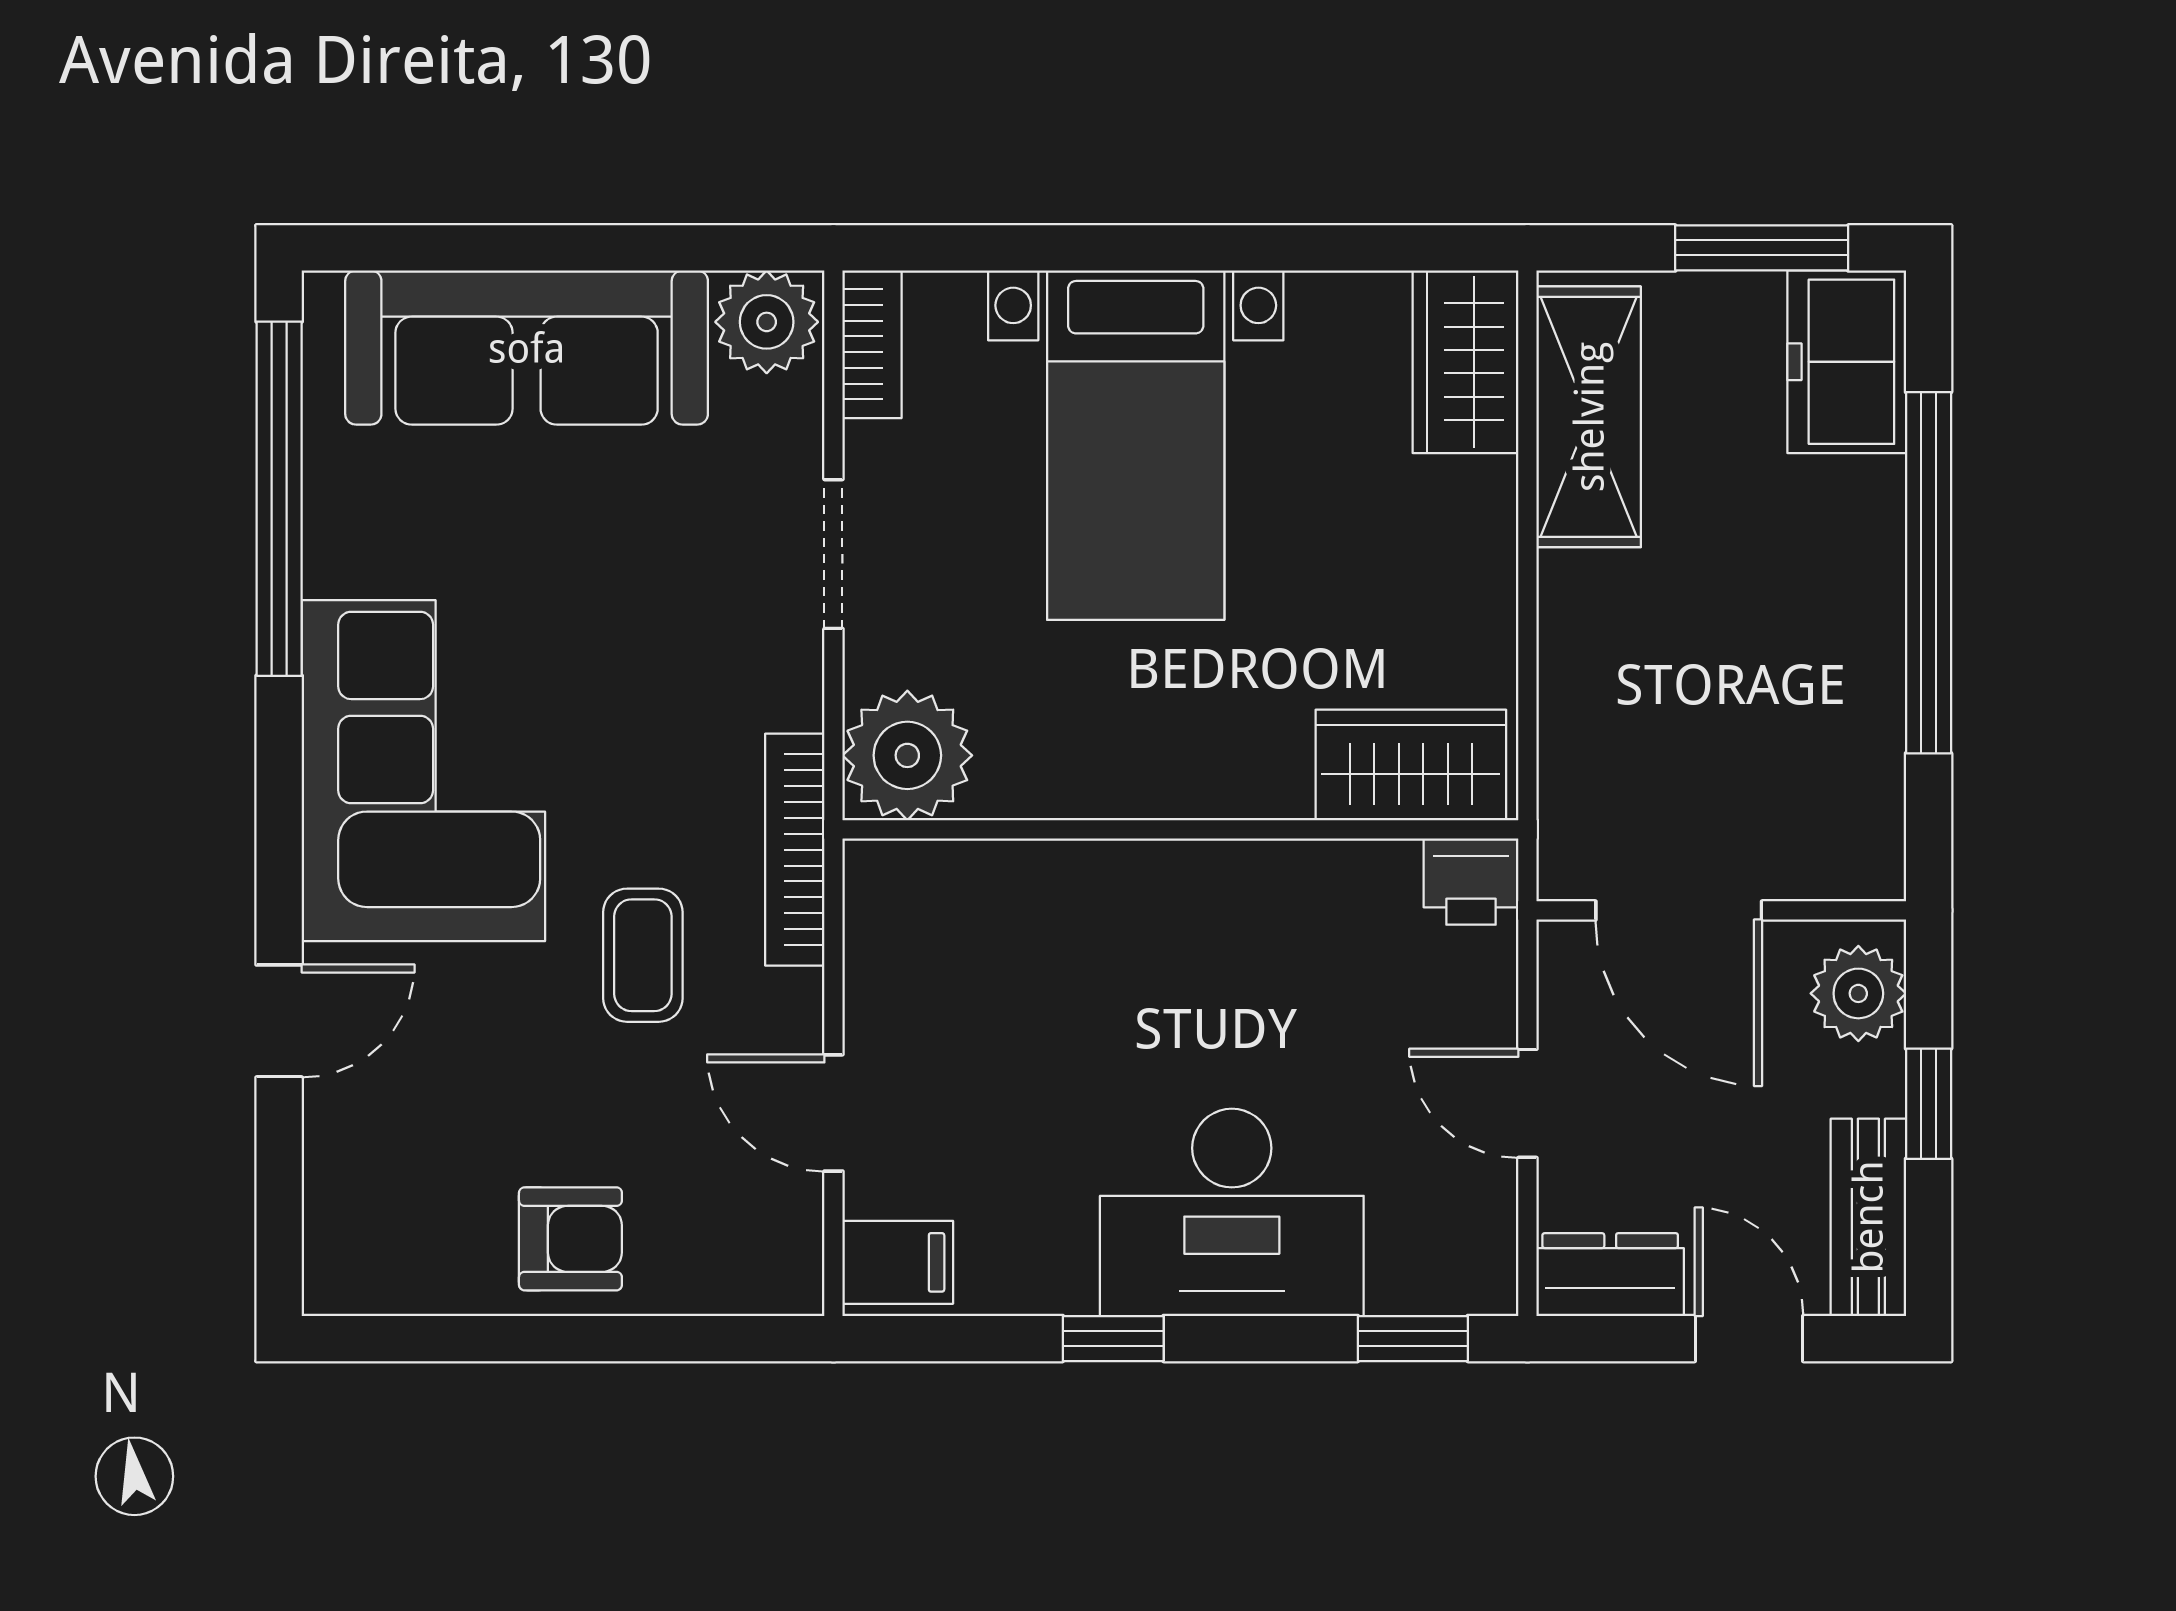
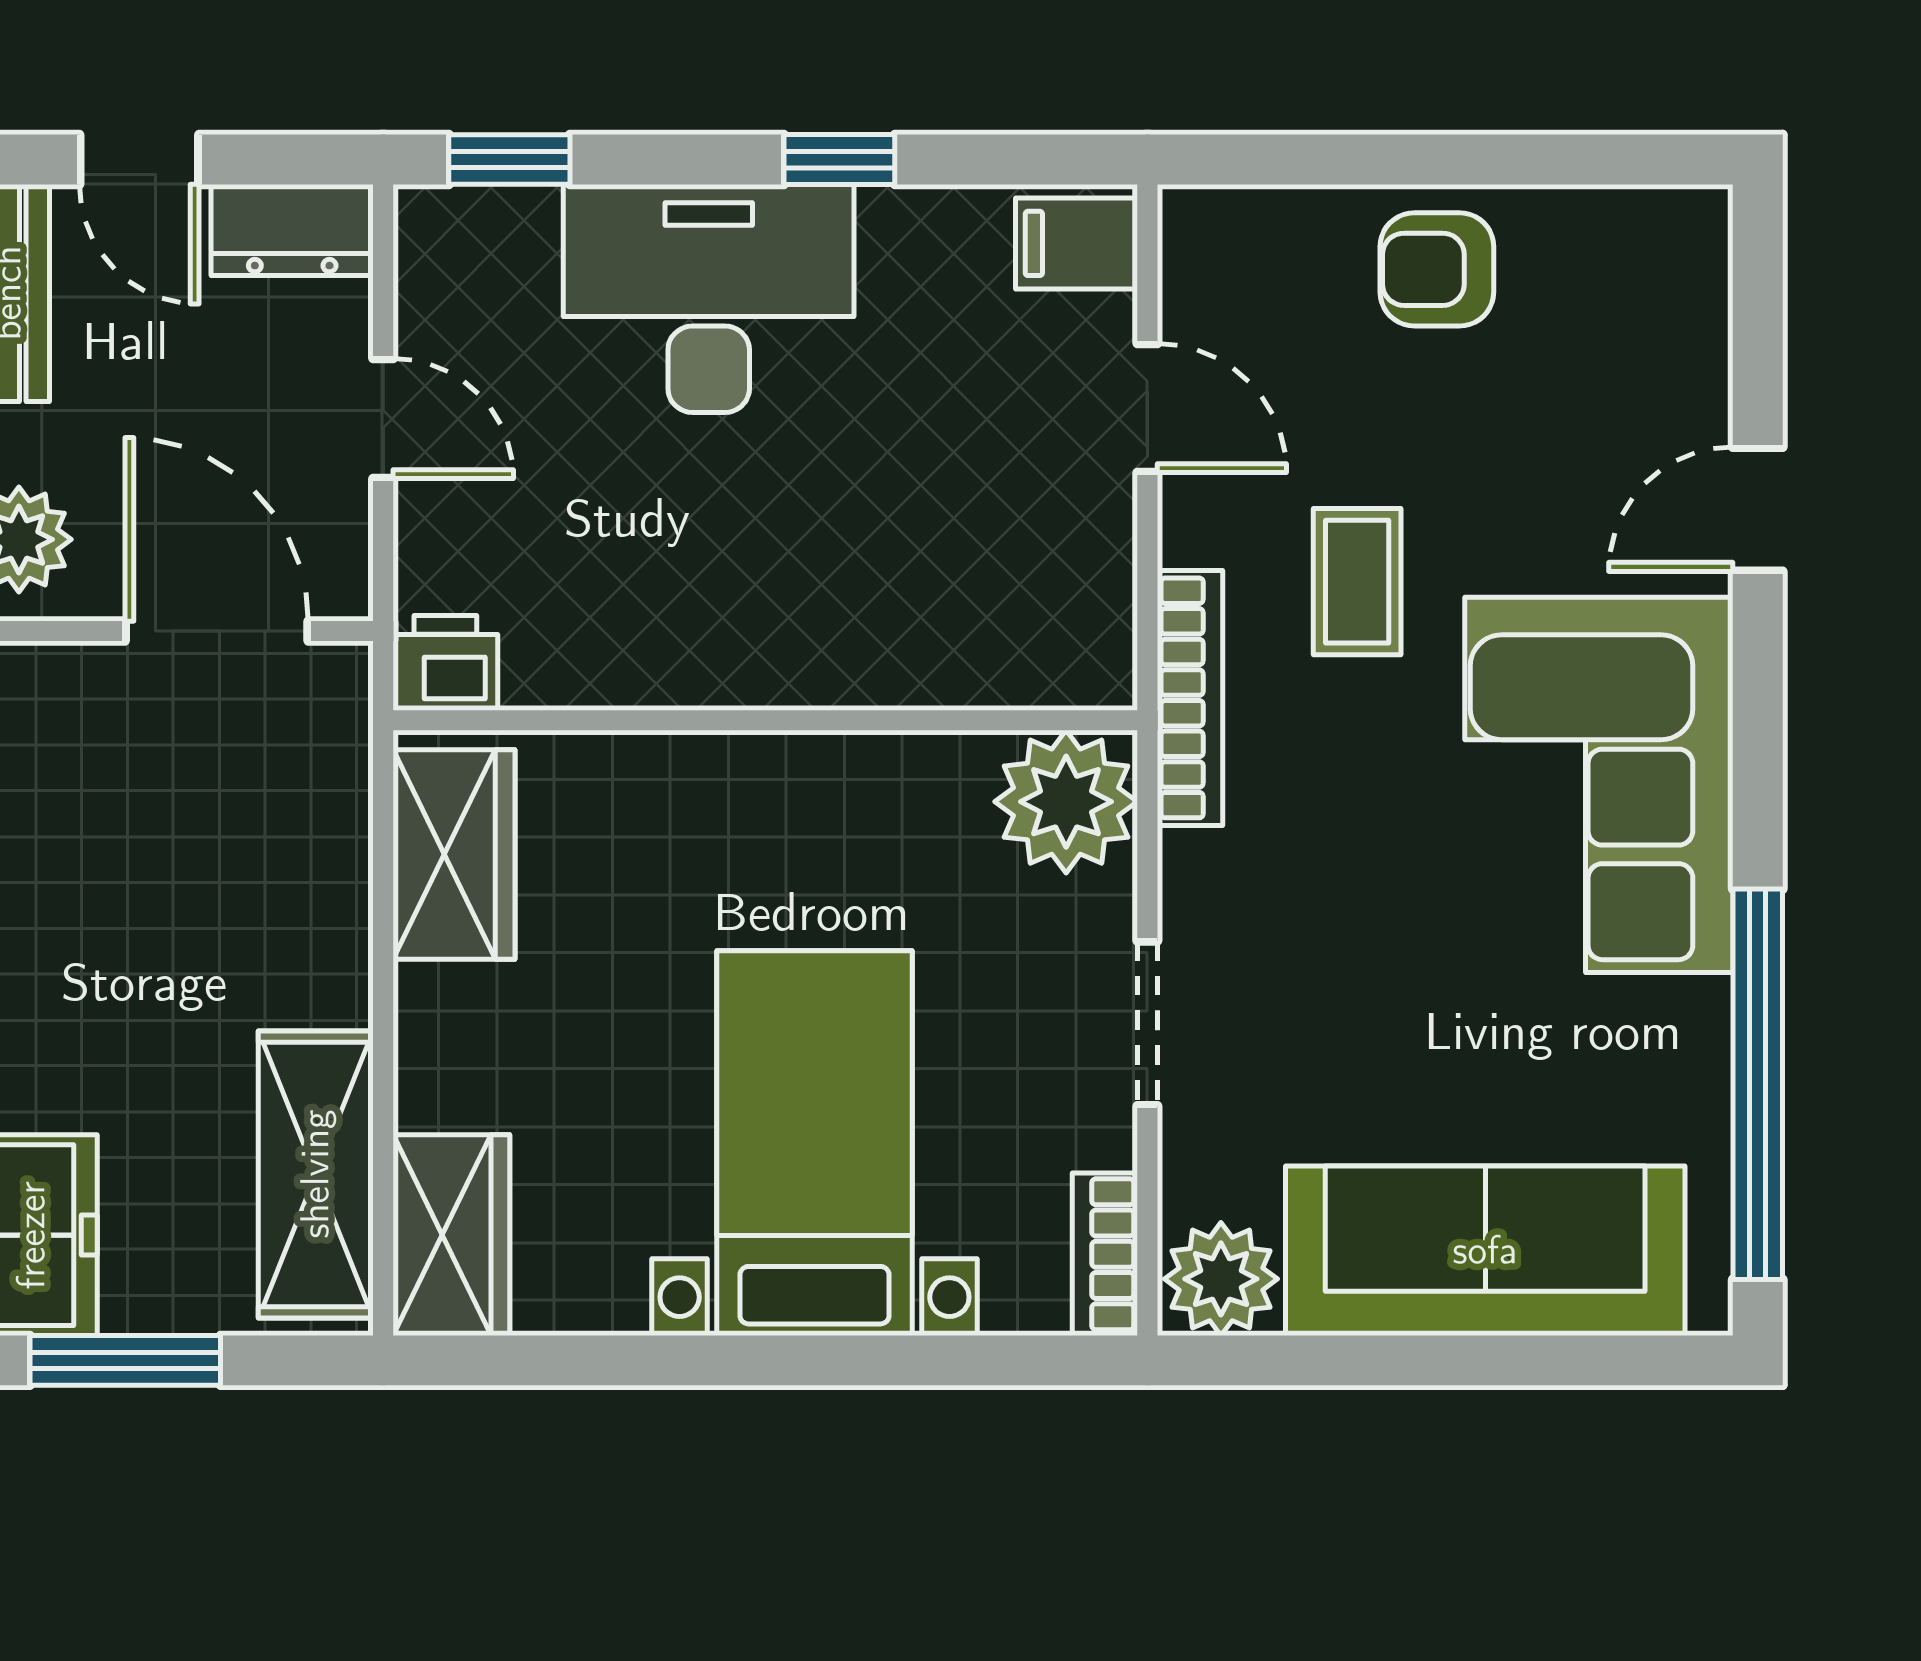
wardrobe: (1411, 765) -> (454, 855), moved, turned -90

